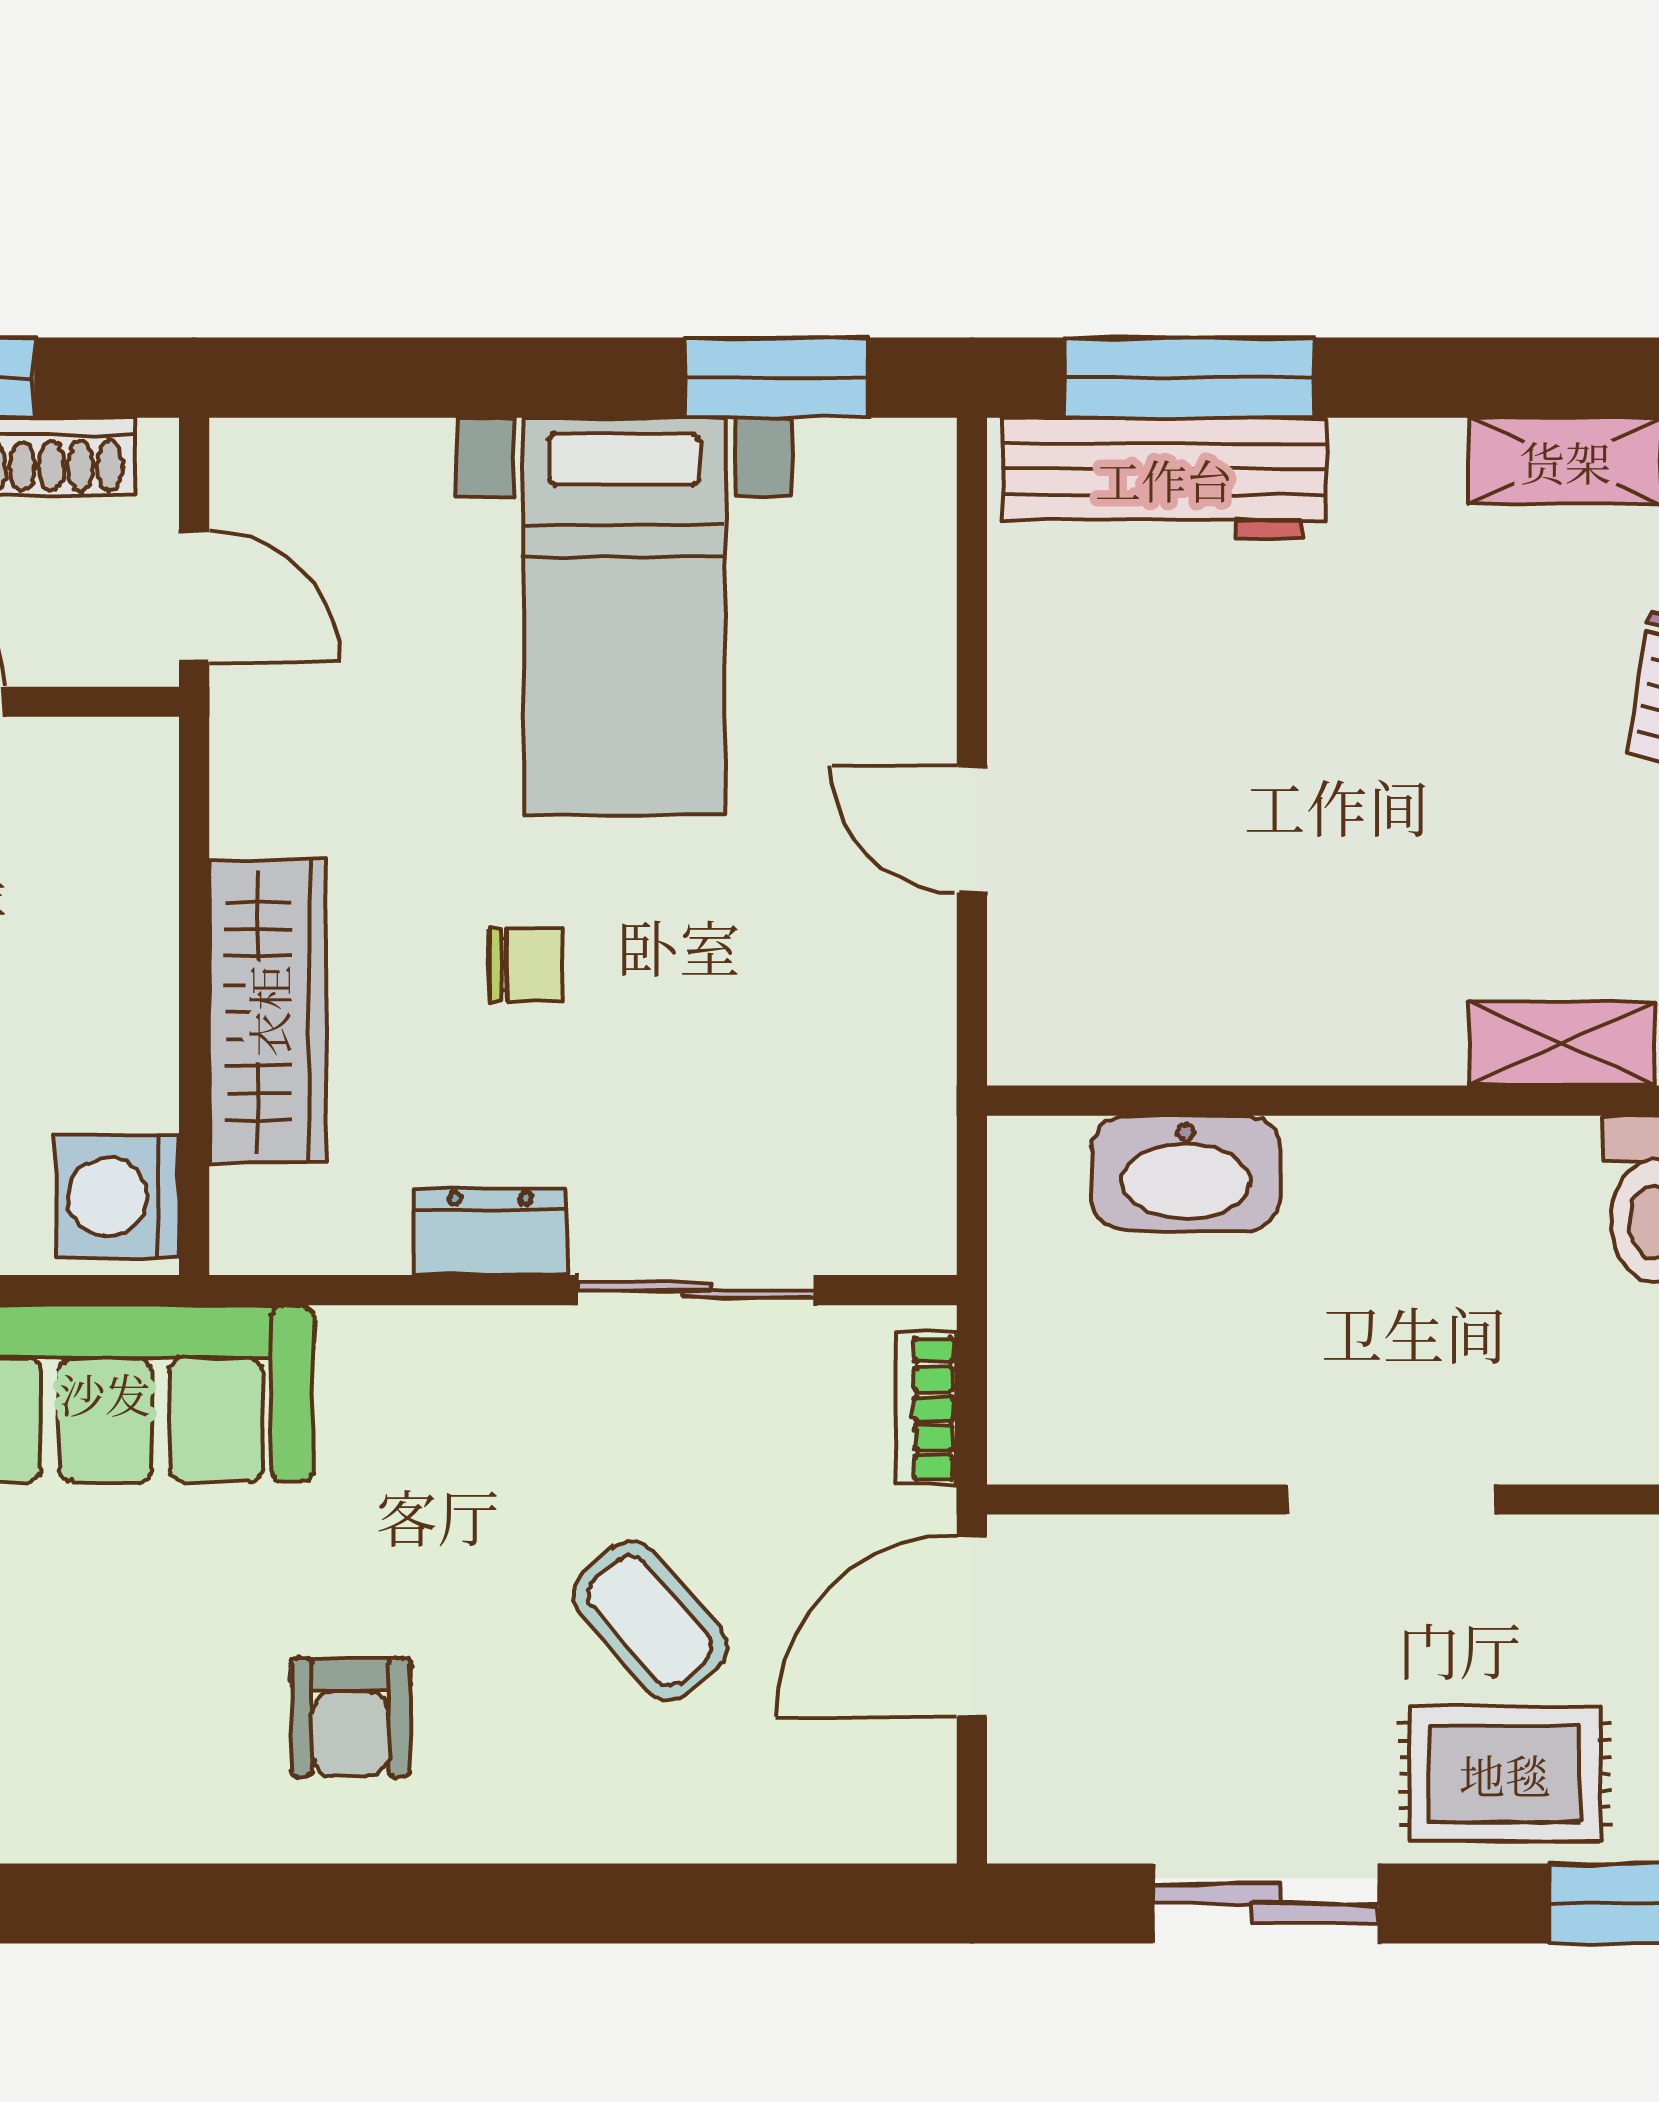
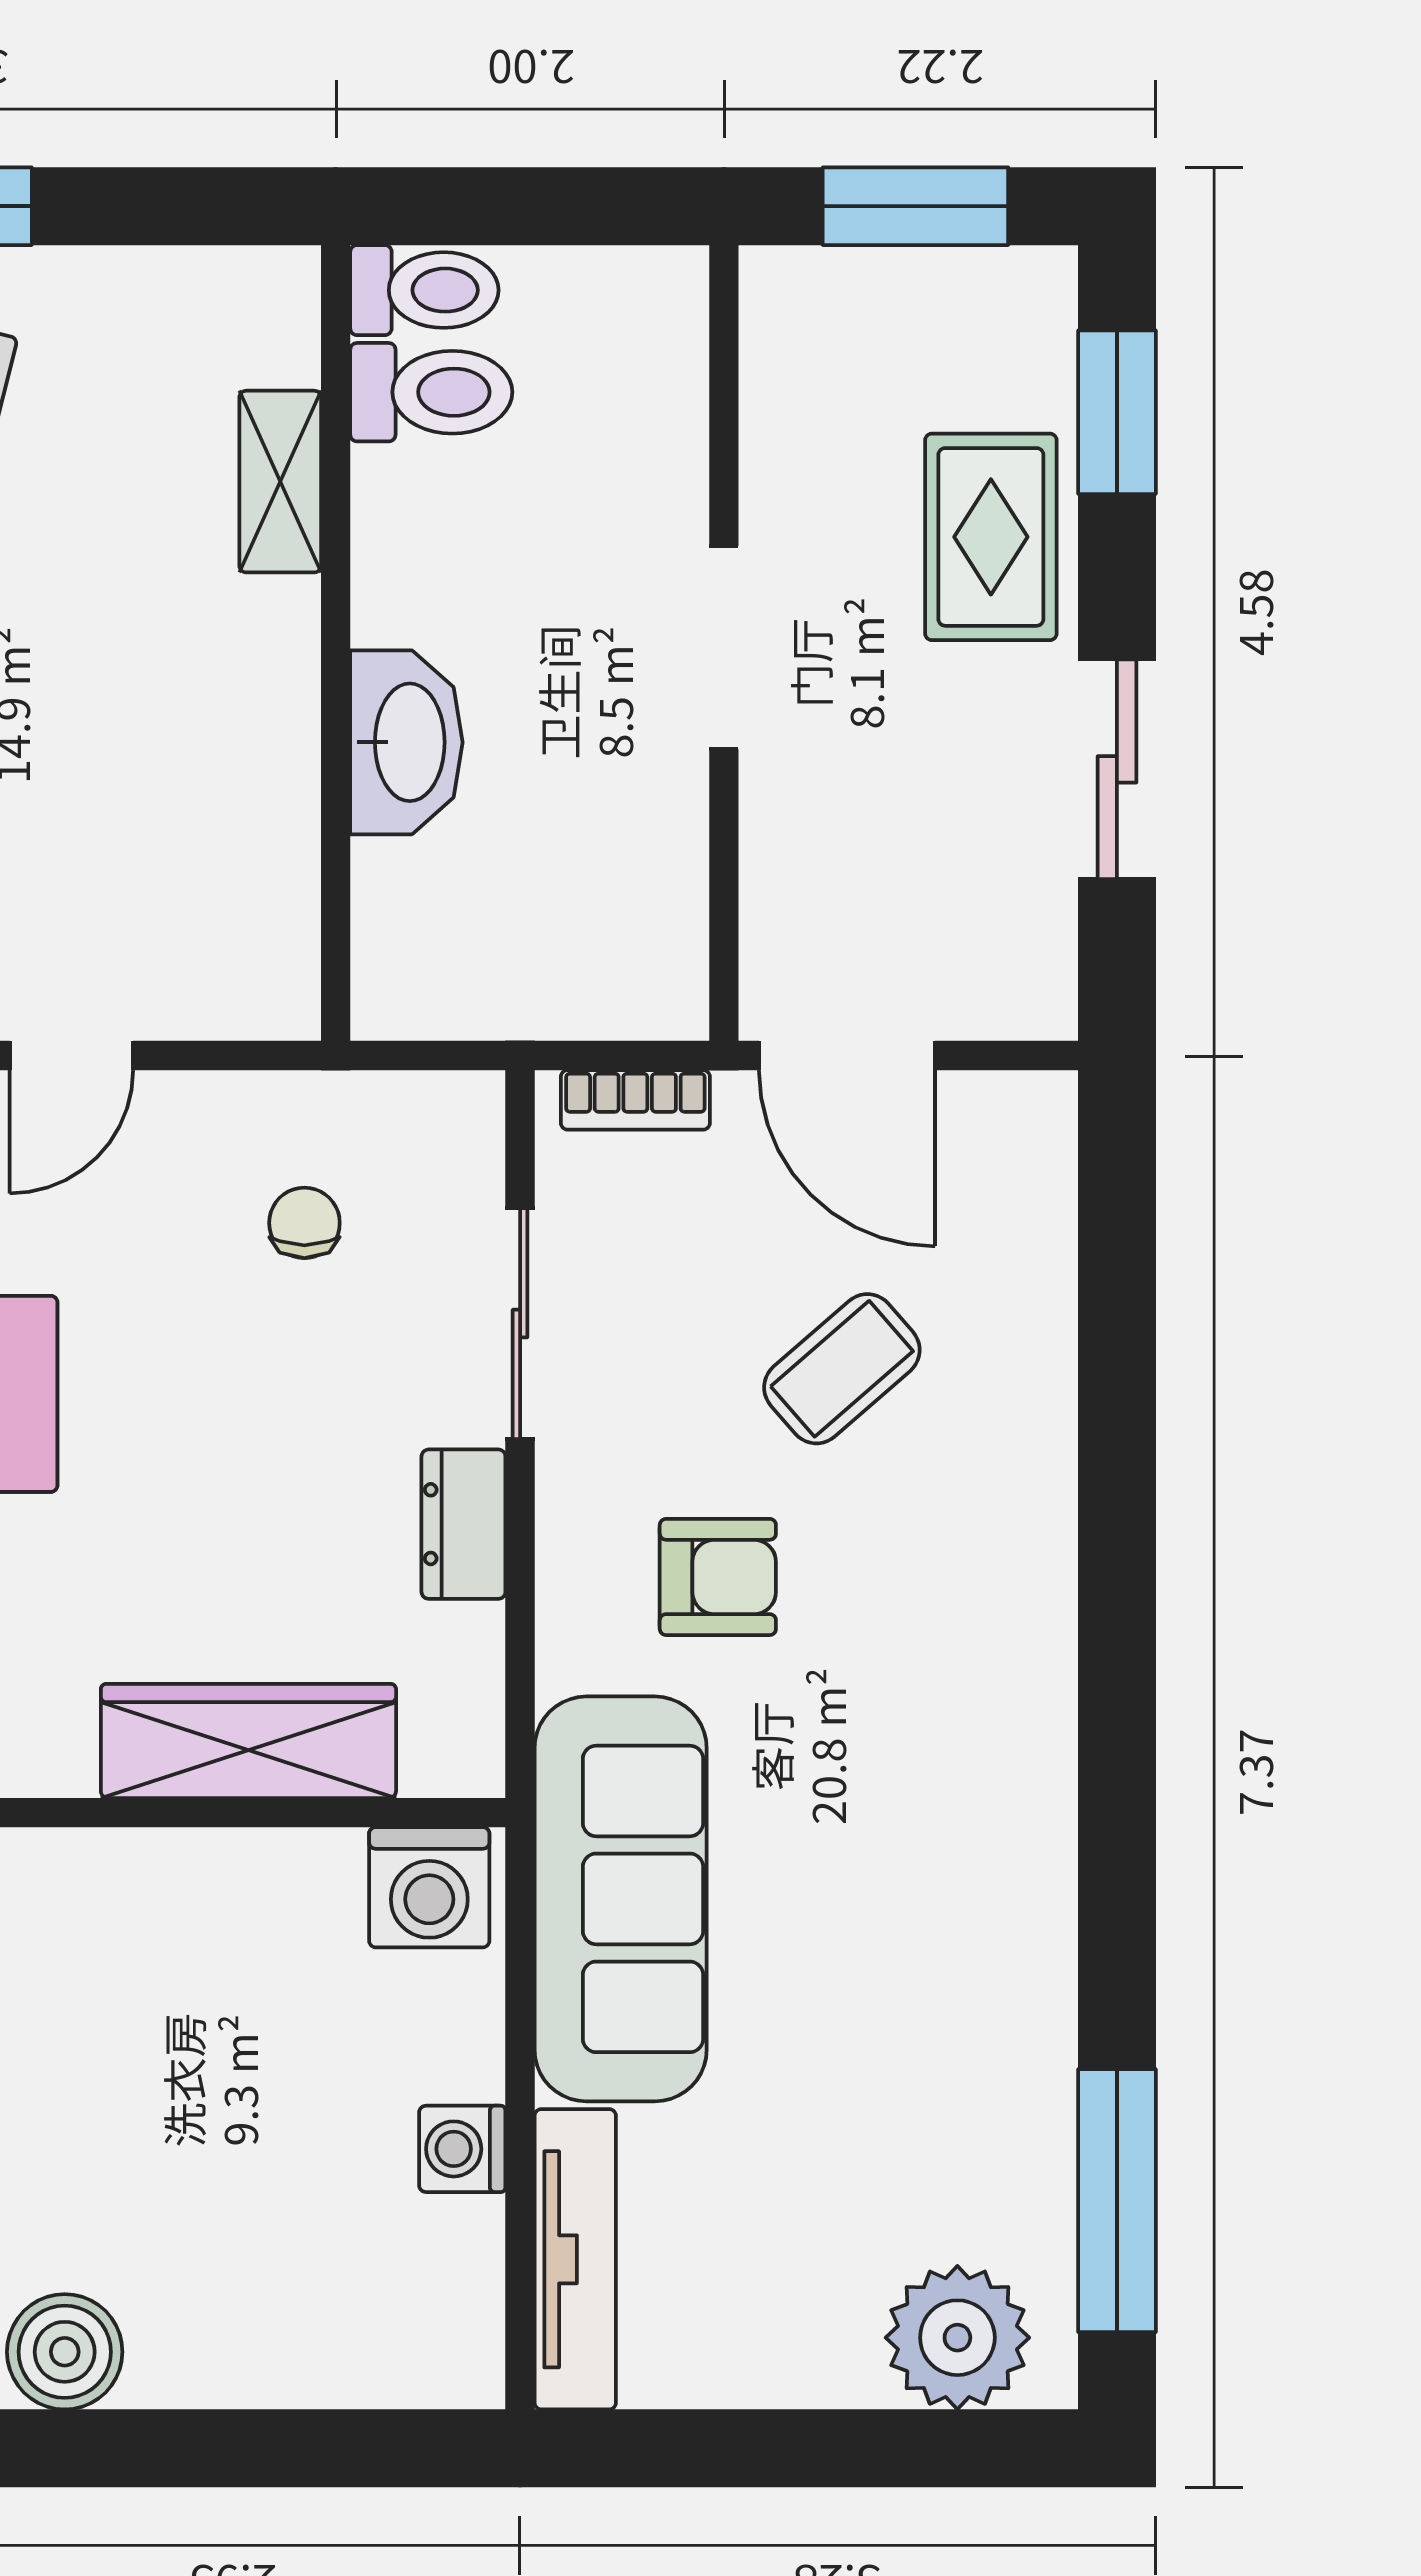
chair: (526, 965) -> (304, 1223), moved
washbasin: (1186, 1173) -> (406, 742), moved
armchair: (351, 1717) -> (718, 1577), moved

